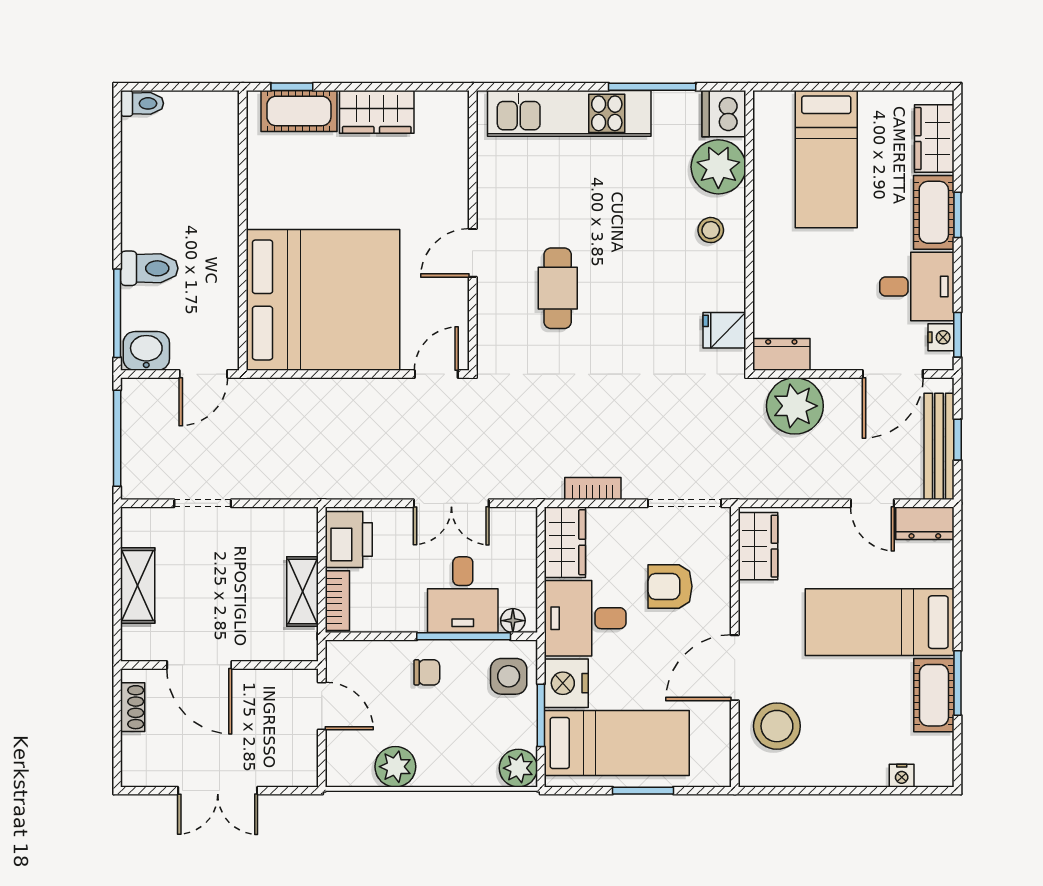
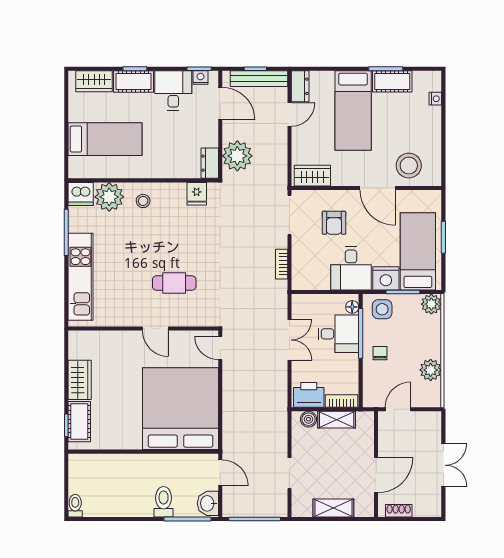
boiler: (303, 539) -> (308, 419), added
wardrobe: (565, 542) -> (310, 279), removed

